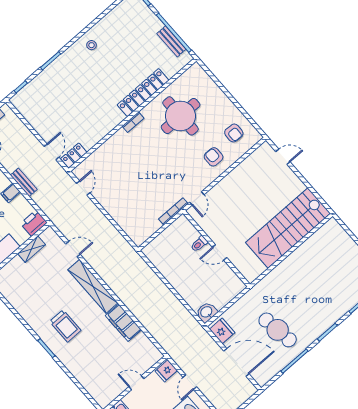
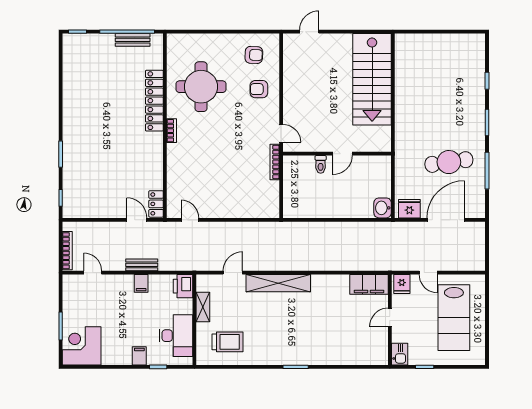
stool: (92, 45) -> (78, 109), removed
filing cabinet: (123, 323) -> (369, 284), moved
trolley: (65, 326) -> (228, 342), moved

